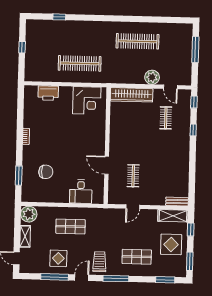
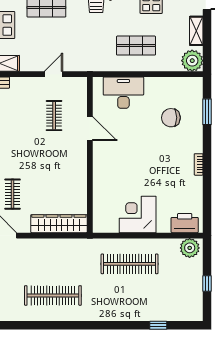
plant: (152, 77) -> (190, 248), moved
printer: (48, 93) -> (185, 223), moved
corner desk: (87, 101) -> (138, 214), moved
desk: (81, 192) -> (123, 93), width x1.37

